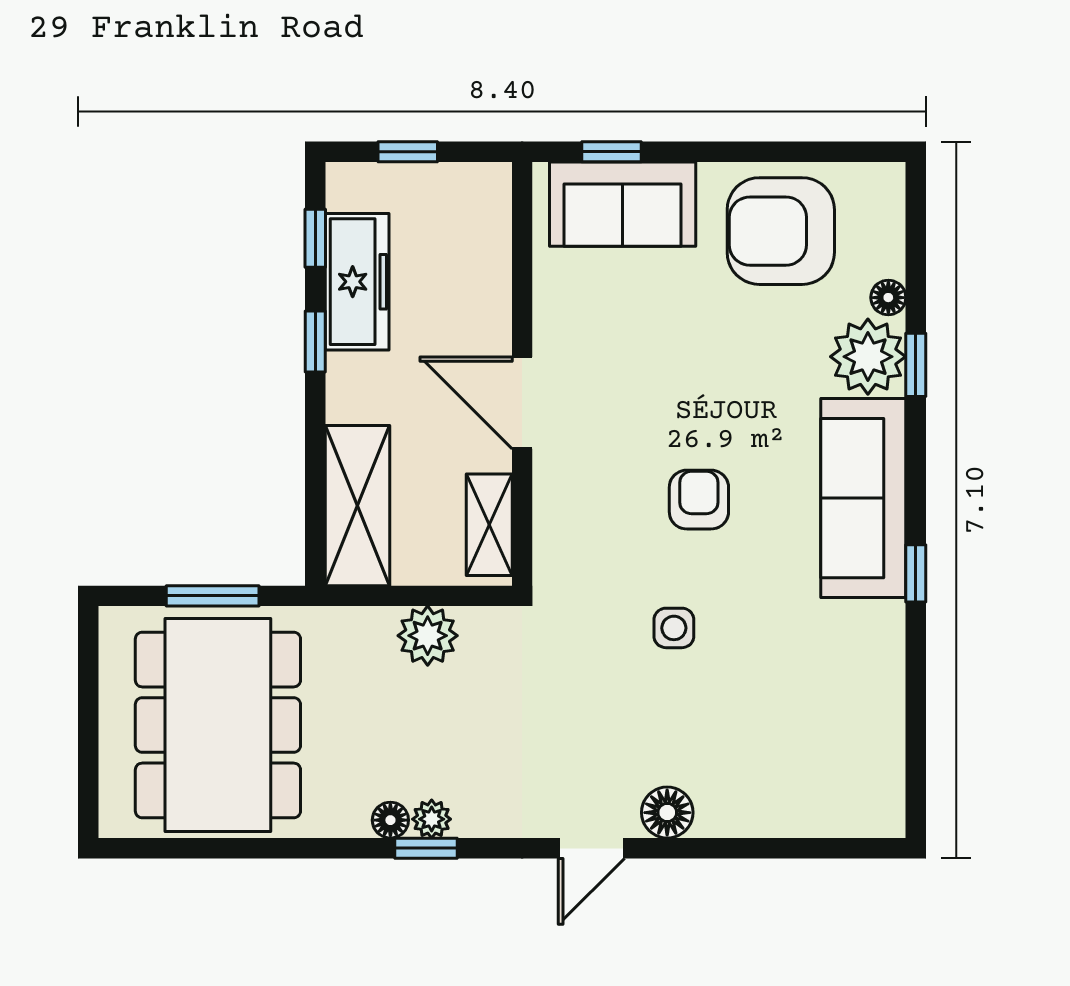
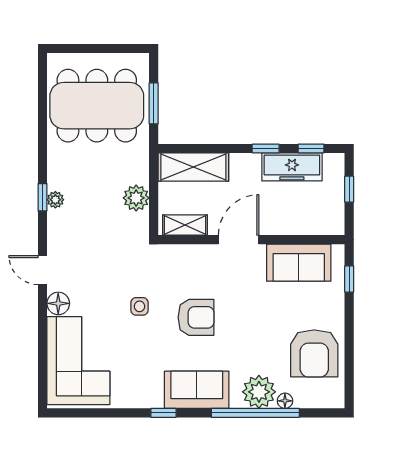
sofa: (623, 204) -> (299, 263), moved, turned -90
armchair: (781, 231) -> (314, 353), turned 180
window: (916, 365) -> (255, 413), width x3.17
sofa: (863, 498) -> (197, 390), width x0.73
armchair: (699, 500) -> (196, 317), width x1.38, depth x1.38
corner sofa: (797, 767) -> (78, 361), added
floor lamp: (390, 820) -> (55, 182), removed

